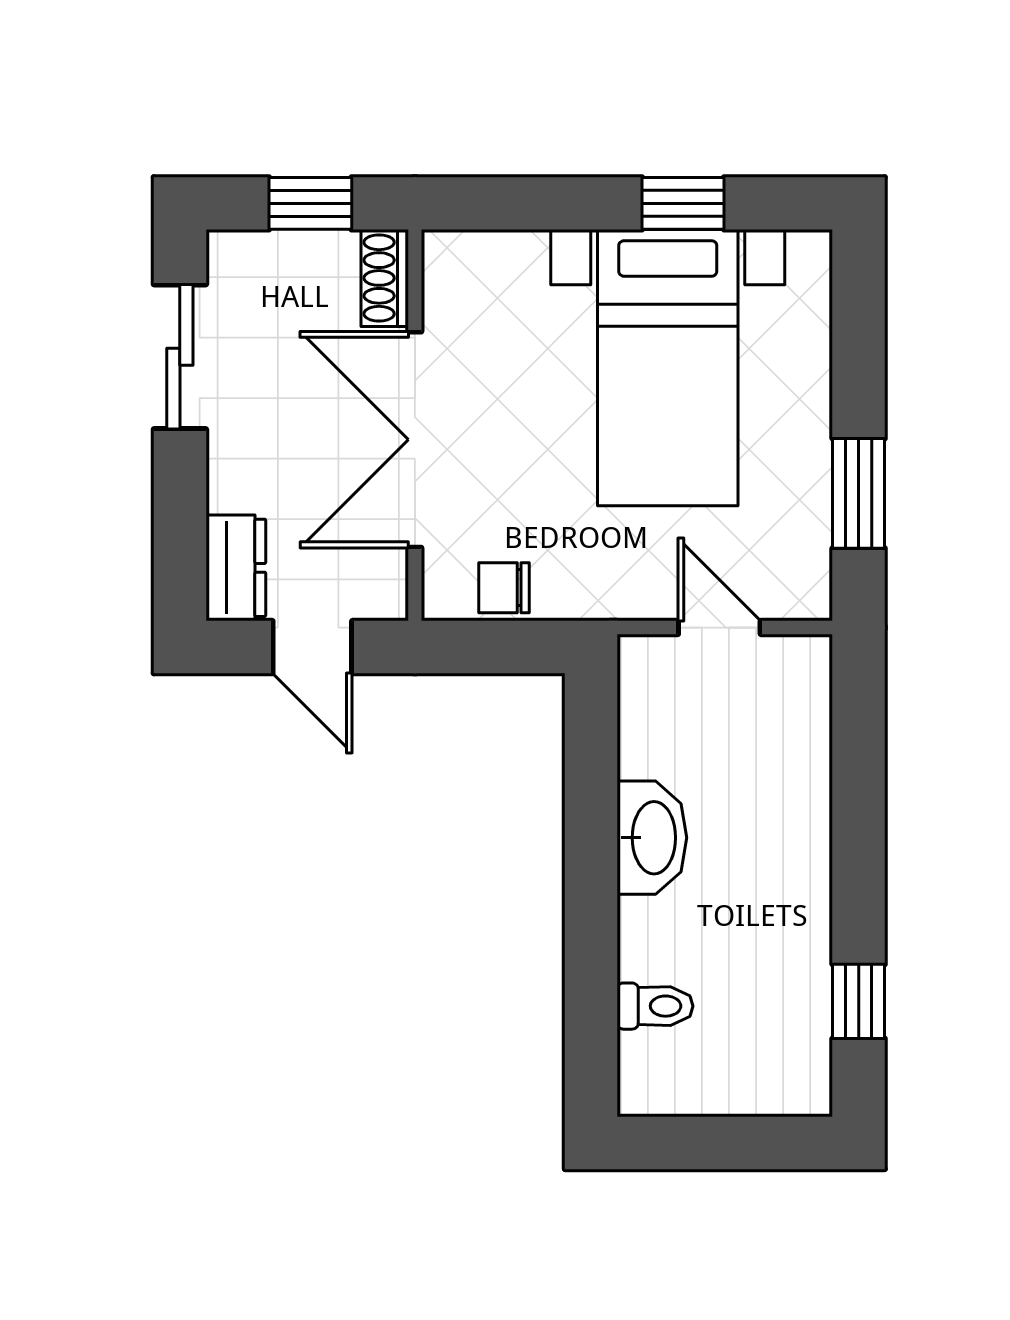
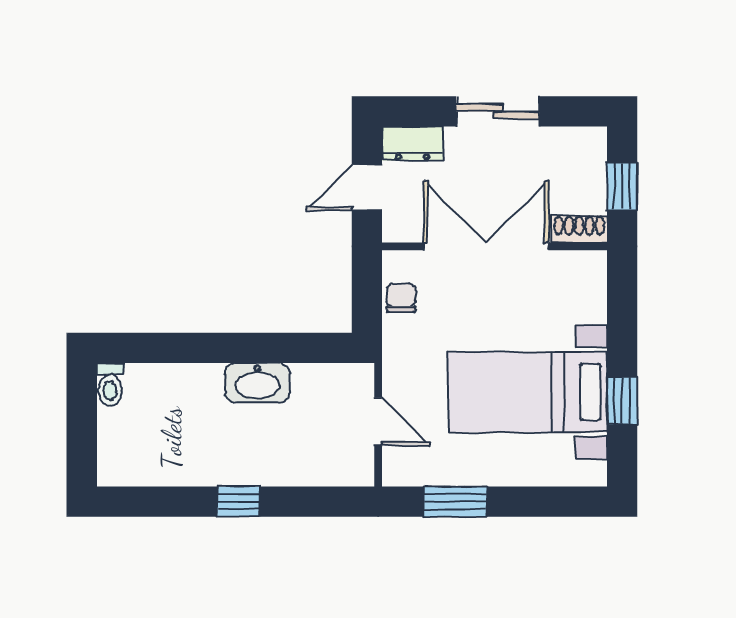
sliding door: (180, 357) -> (498, 111), moved
door: (719, 628) -> (378, 422), hinge flipped
window: (859, 1001) -> (238, 502), moved
toilet: (655, 1006) -> (110, 385), moved

